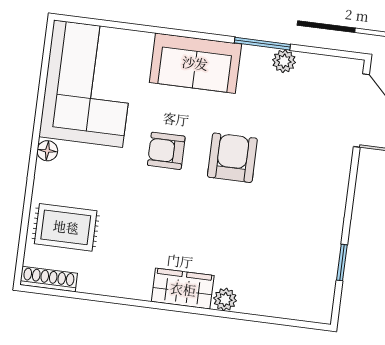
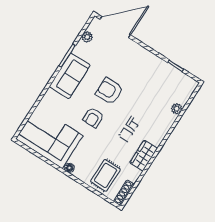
plant: (284, 61) -> (87, 37), moved
sofa: (195, 63) -> (70, 76), moved
wardrobe: (183, 289) -> (144, 156), moved
plant: (225, 299) -> (177, 109), moved

